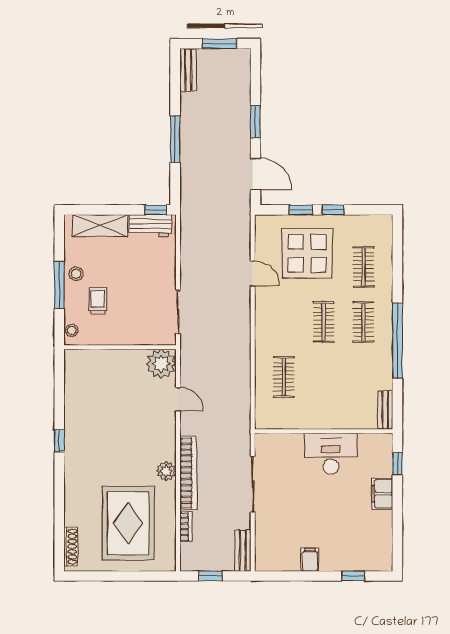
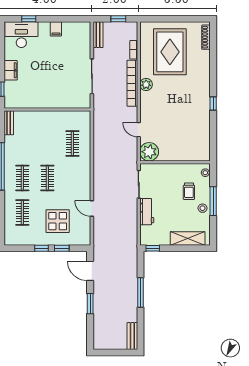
window: (220, 44) -> (113, 353), removed
workbench: (150, 225) -> (147, 212), moved, turned 90
display table: (307, 253) -> (58, 221), width x0.73, depth x0.73
desk: (331, 454) -> (21, 35), moved, turned 180

